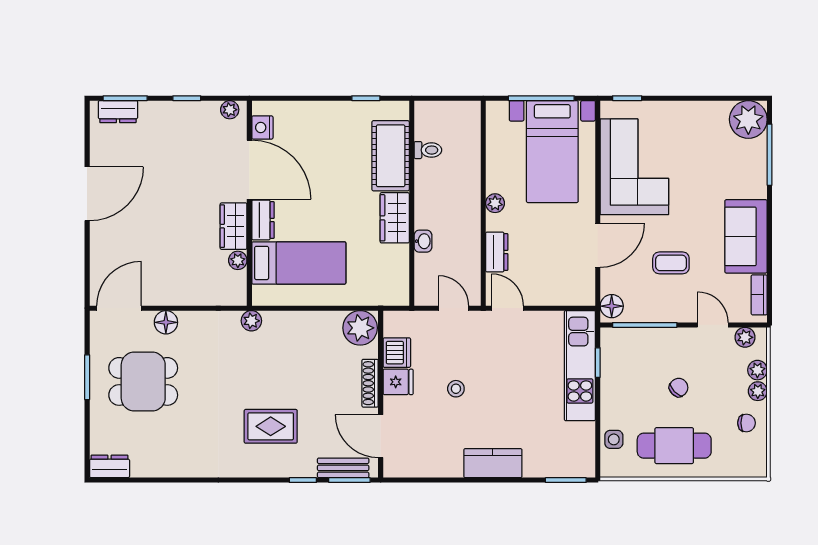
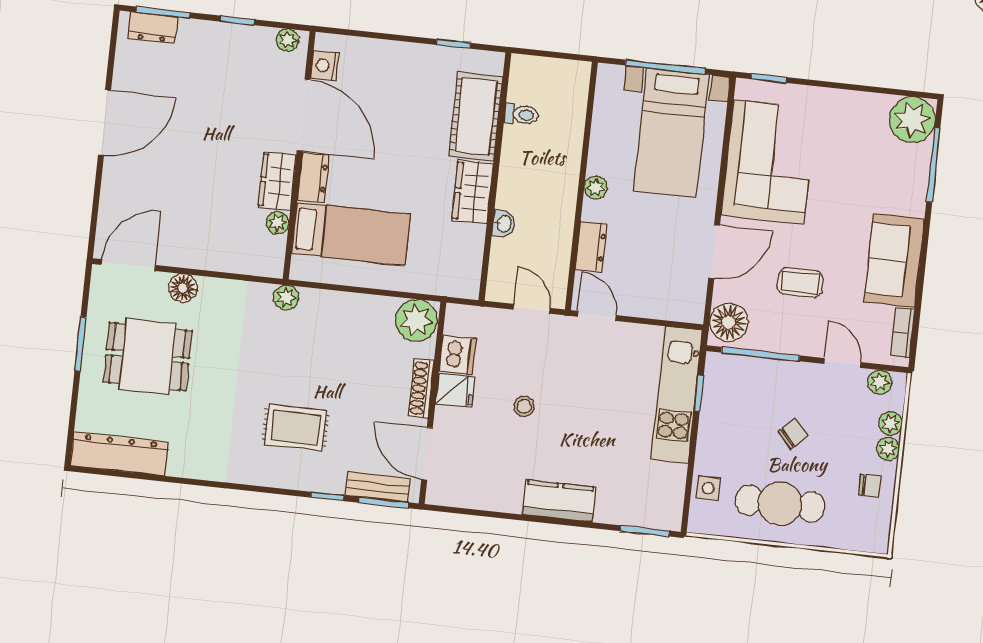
floor lamp: (612, 306) -> (729, 322), width x1.38, depth x1.38
dresser: (110, 466) -> (119, 454), width x1.96, depth x1.24

